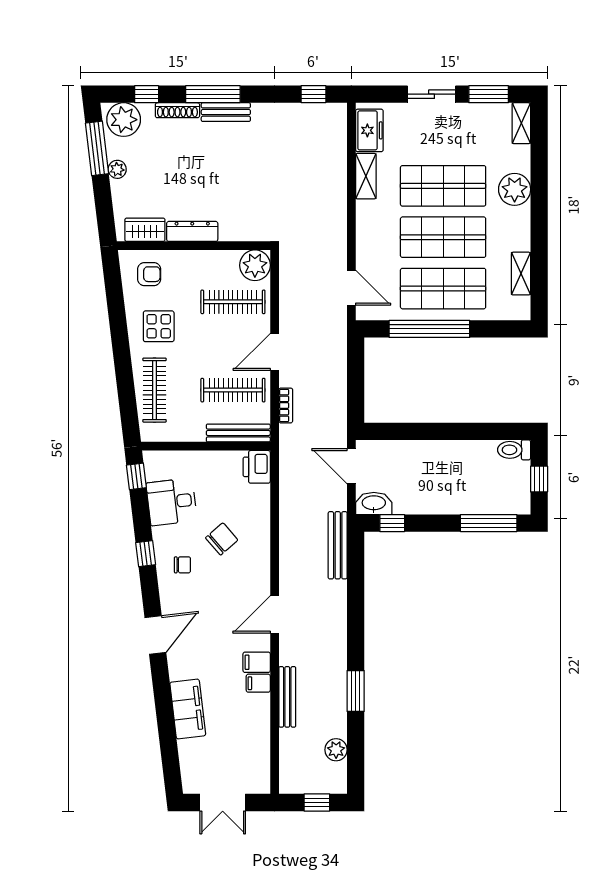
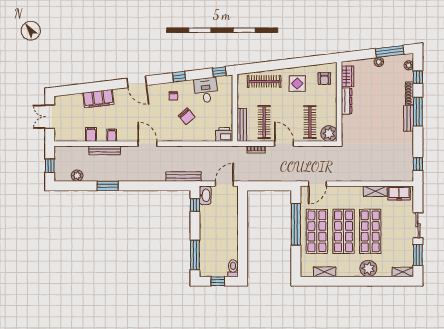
plant: (124, 120) -> (409, 65), width x0.53, depth x0.53
filing cabinet: (257, 662) -> (91, 134), moved

